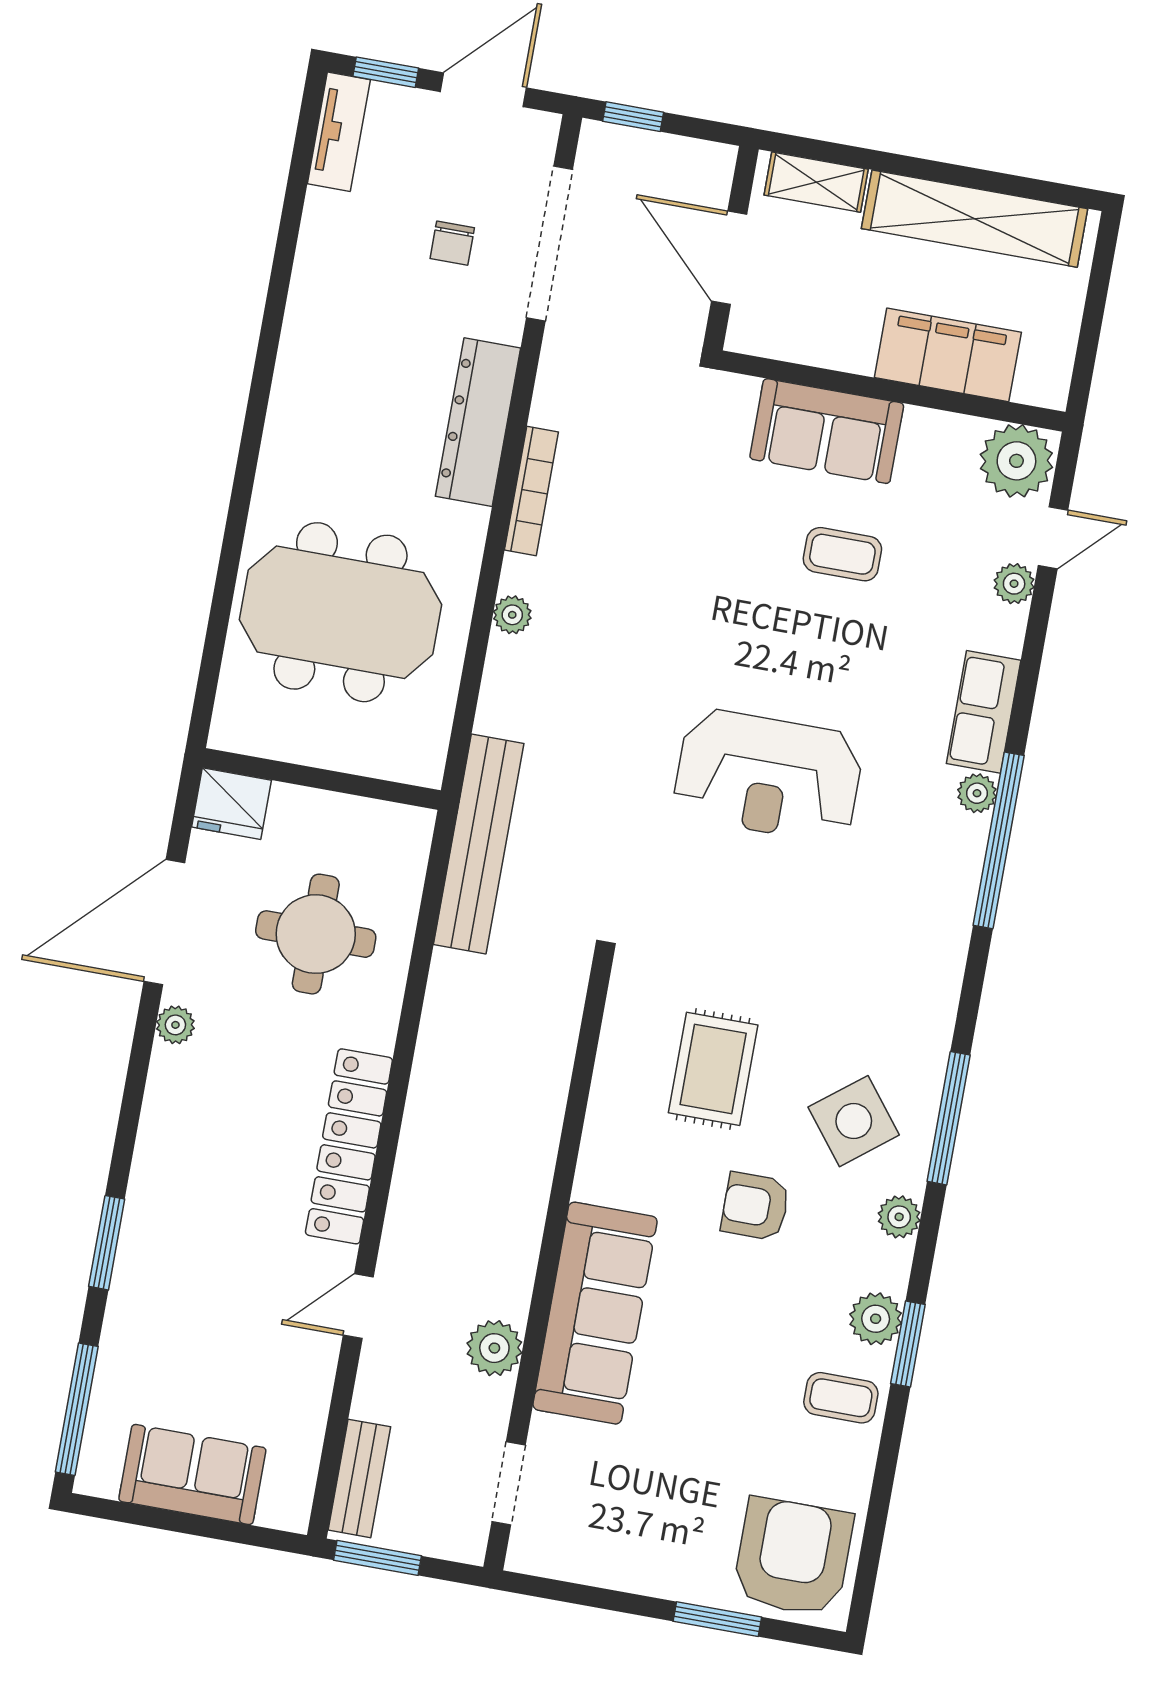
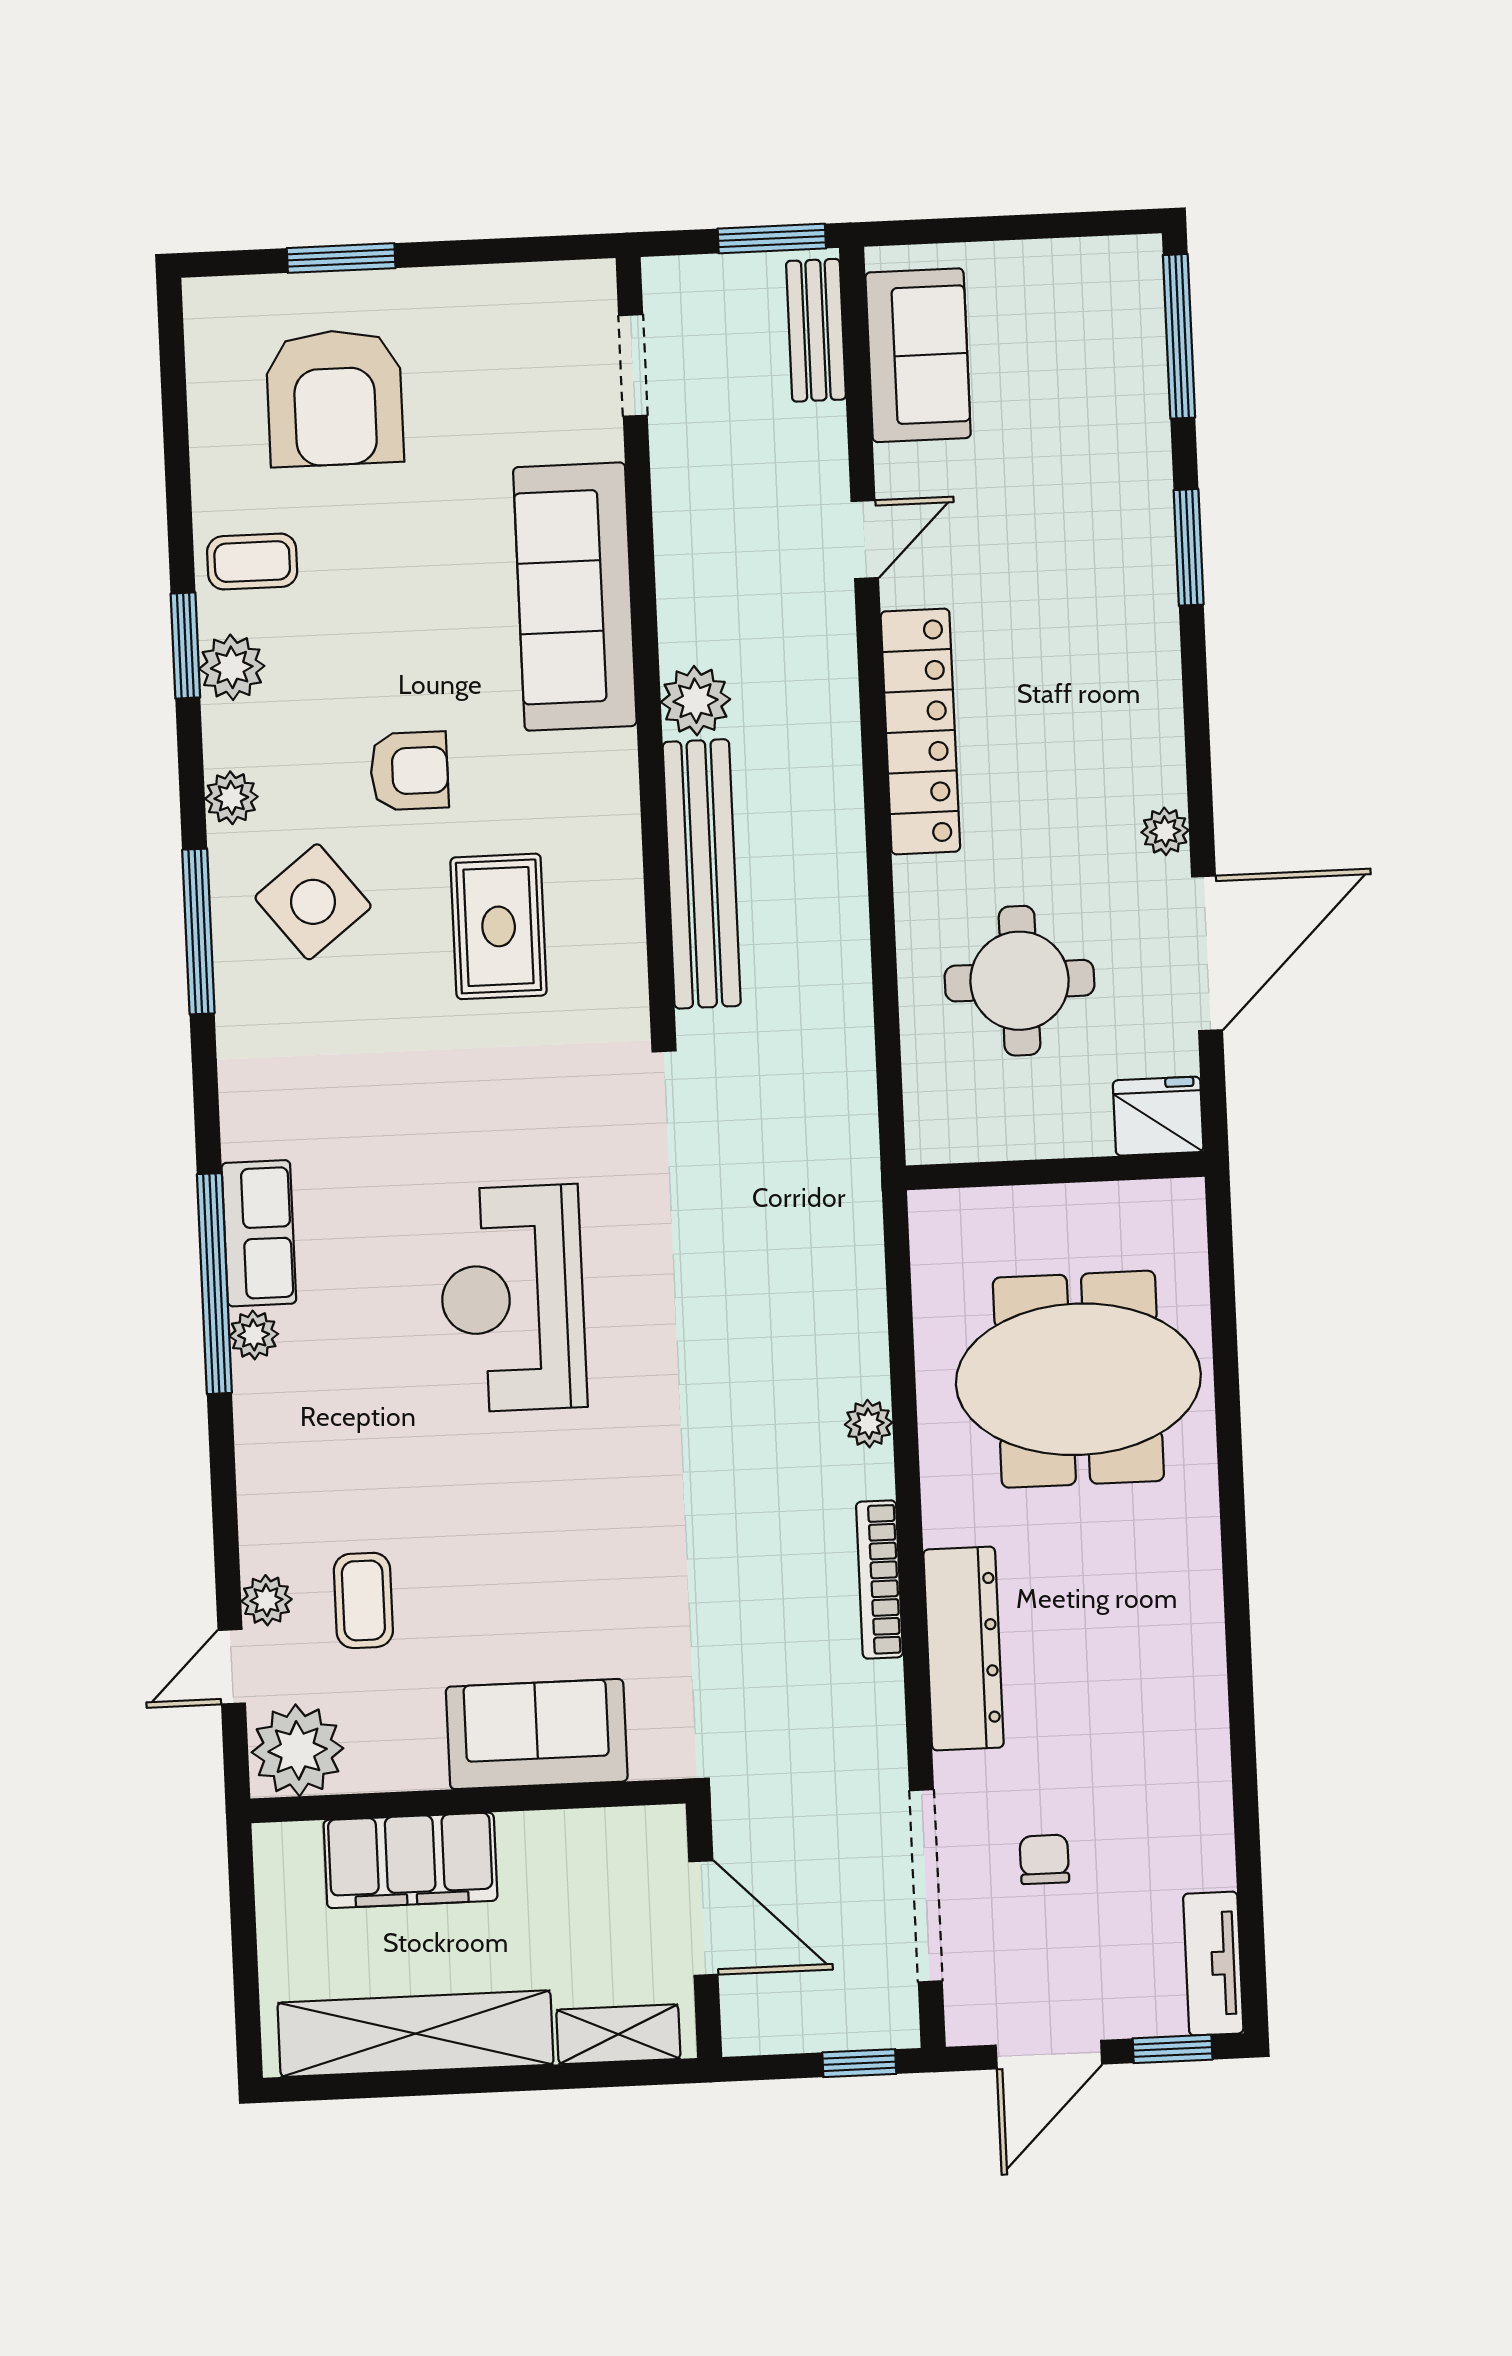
coffee table: (842, 554) -> (363, 1600), moved, turned 90
row of seats: (984, 712) -> (259, 1233), moved
reception desk: (768, 776) -> (513, 1298), turned -90
bench: (479, 844) -> (702, 874), moved
plant: (494, 1348) -> (695, 701), moved
sofa: (192, 1474) -> (918, 355), moved, turned -90
armchair: (793, 1557) -> (335, 398), moved

